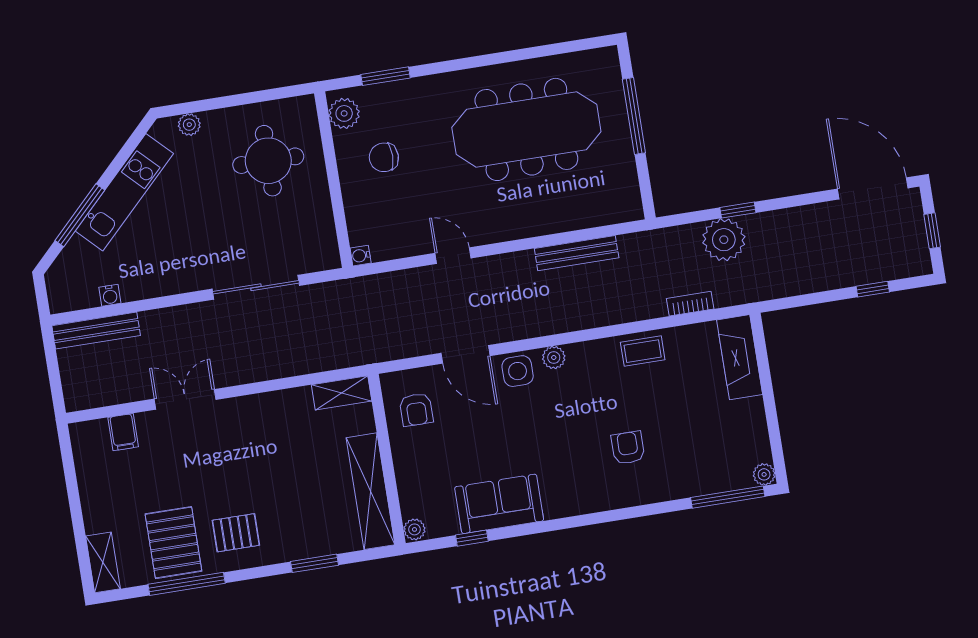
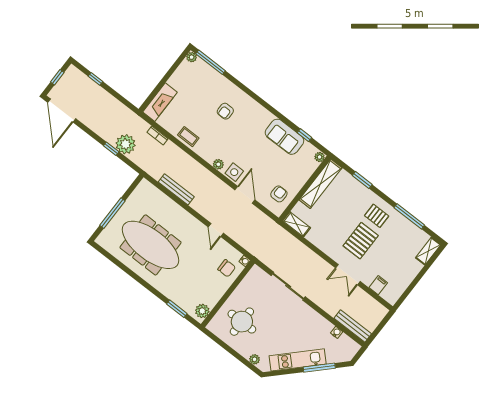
chair: (384, 157) -> (227, 268), moved
pallet: (173, 543) -> (361, 241), moved

